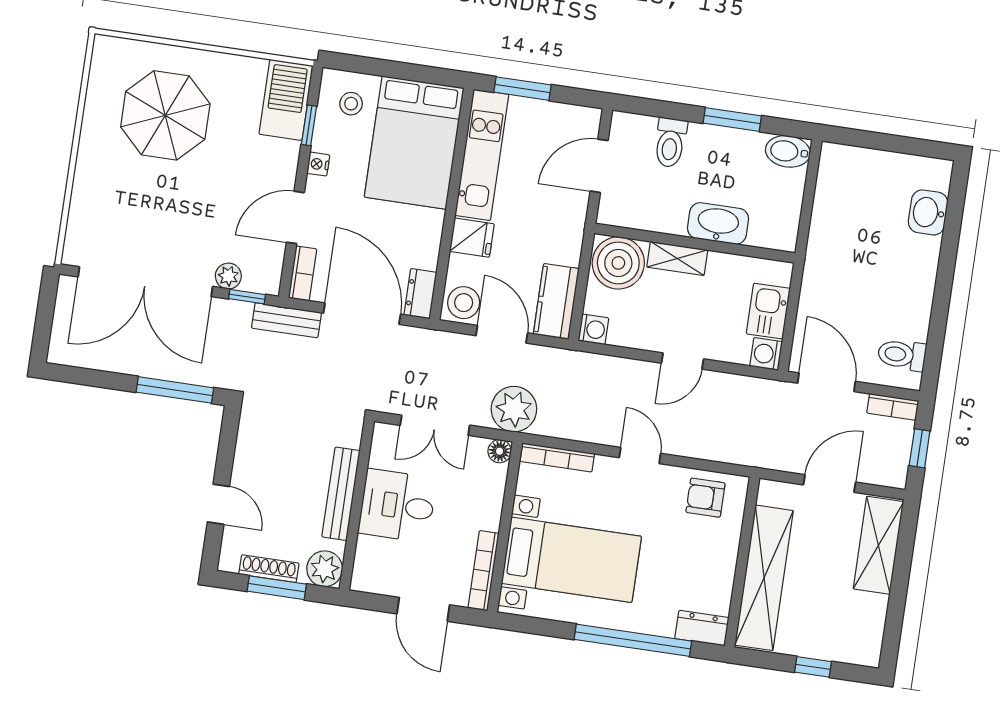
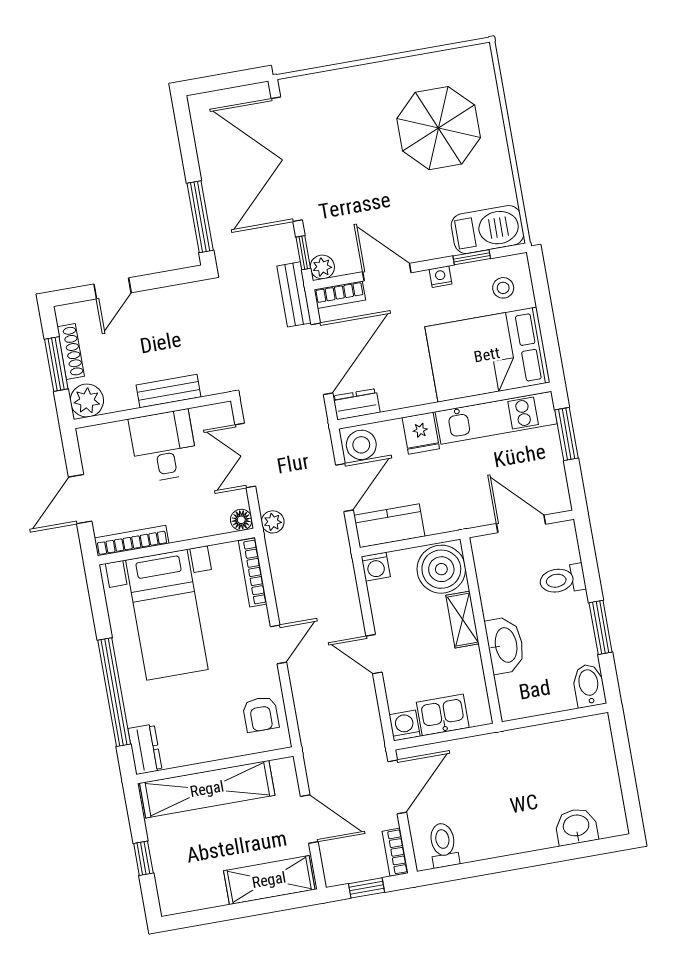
plant: (228, 276) -> (322, 267), moved
plant: (514, 409) -> (273, 522), width x0.53, depth x0.53
bench: (341, 494) -> (169, 391), width x0.73
armchair: (705, 498) -> (261, 714), turned 180

